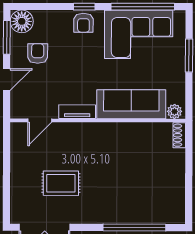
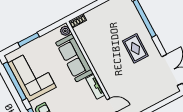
rug: (61, 183) -> (135, 48), moved

